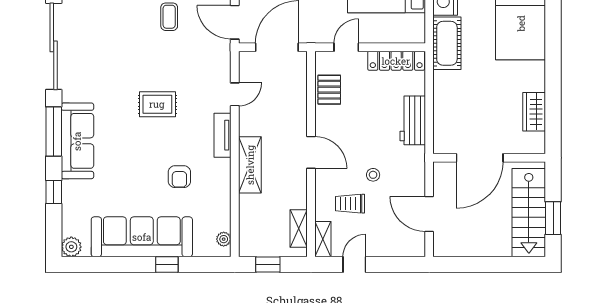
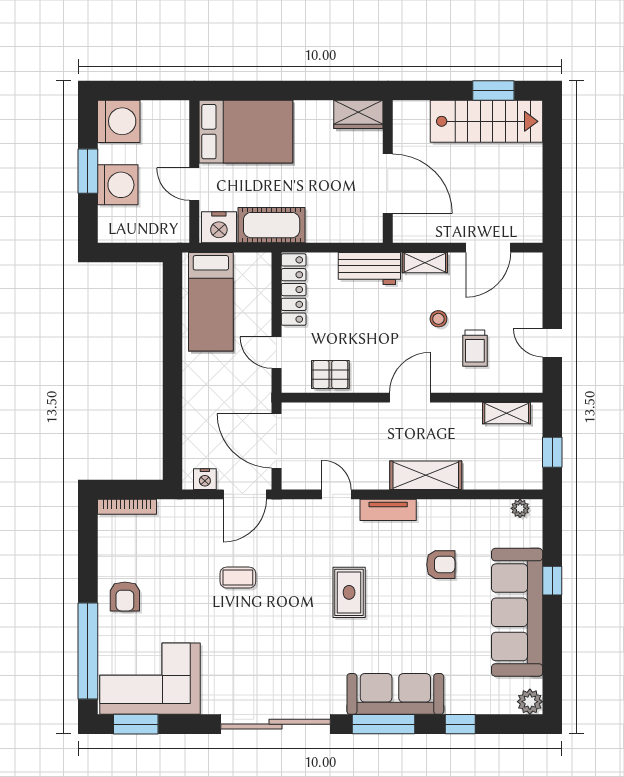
door: (480, 158) -> (388, 184), moved
wall: (489, 158) -> (388, 171), moved
shelving: (323, 239) -> (425, 263), moved

